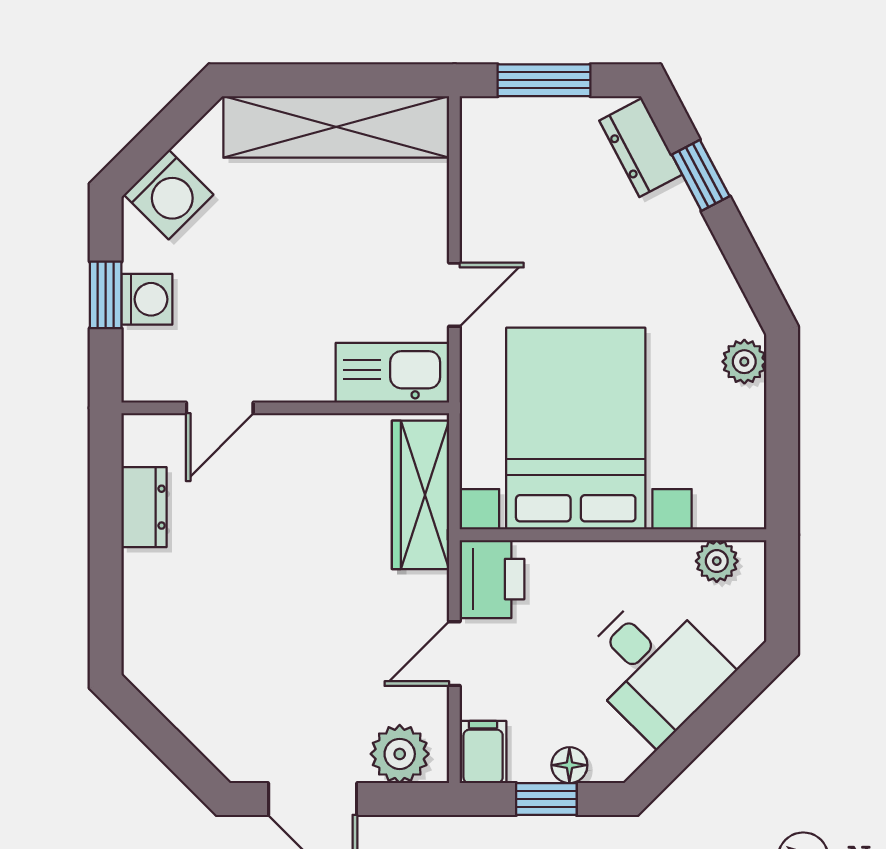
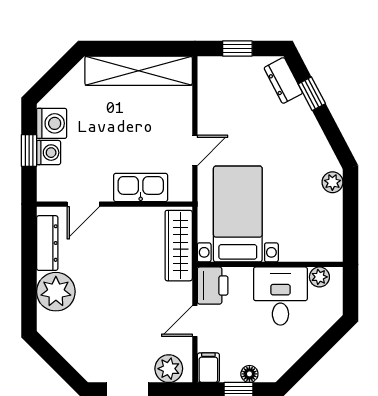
window: (544, 80) -> (237, 48), width x0.67
washing machine: (169, 195) -> (52, 123), moved, turned -45
kitchen sink: (392, 373) -> (141, 187), moved
bed with nightstands: (576, 429) -> (238, 214), width x0.73
dresser: (144, 507) -> (47, 243), width x1.44
plant: (162, 592) -> (56, 292), added
desk: (654, 667) -> (280, 296), moved, turned -135

